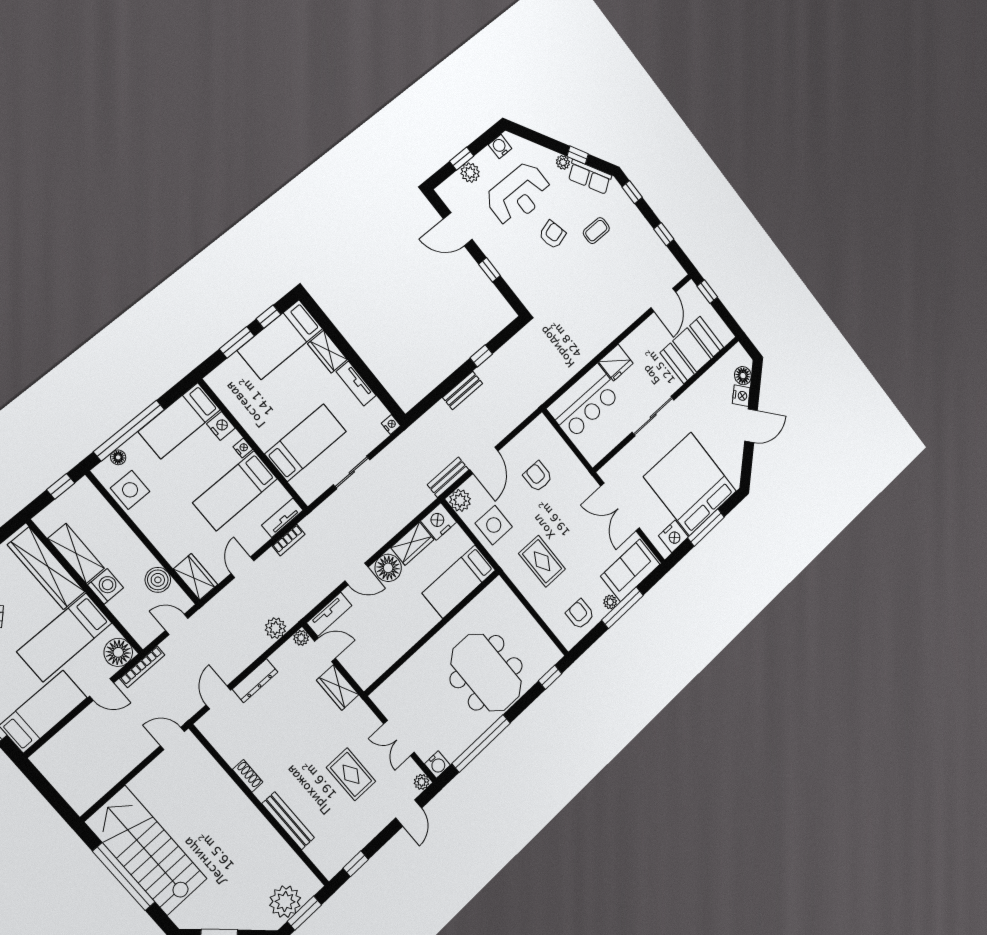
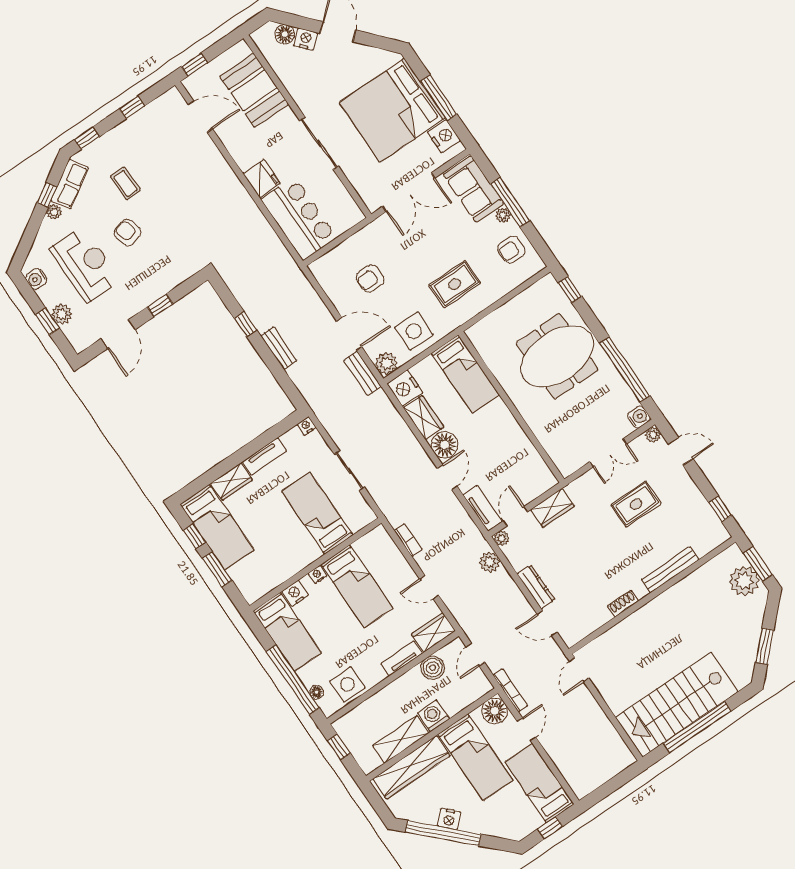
tv unit: (282, 518) -> (402, 658), moved, turned 90

